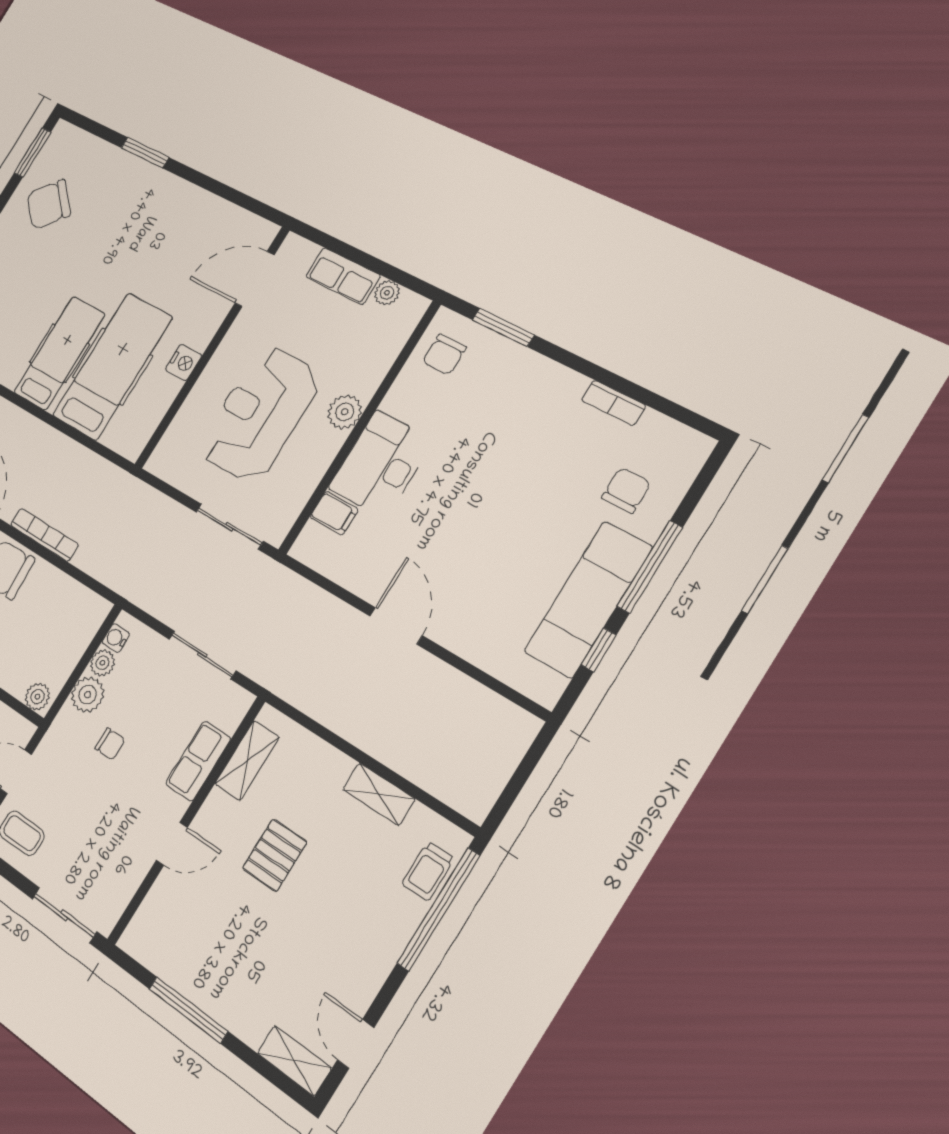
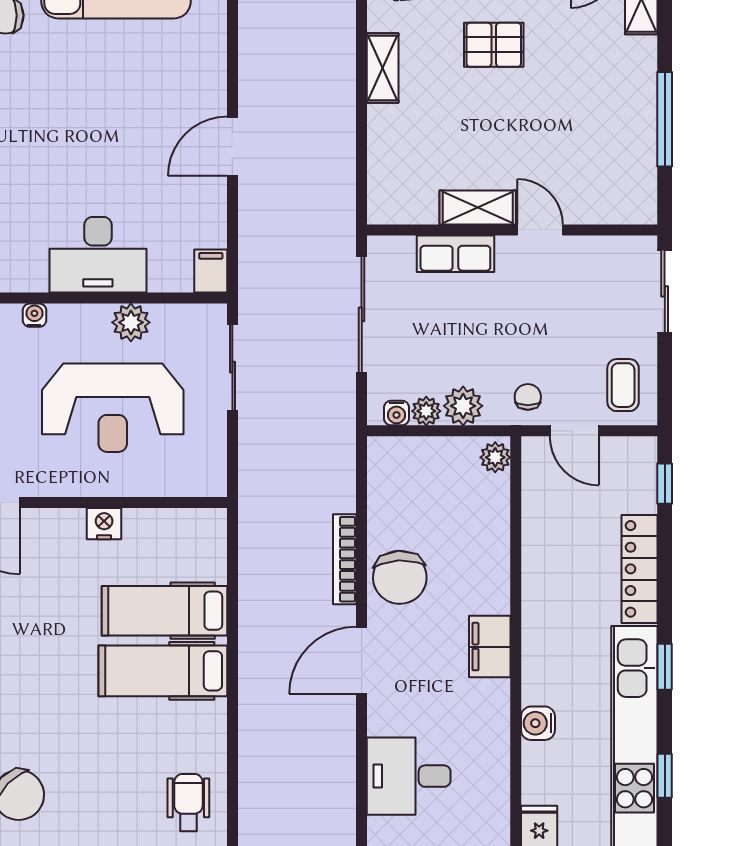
hospital bed: (112, 366) -> (164, 611), width x0.73, depth x0.78
water cooler: (367, 388) -> (34, 315), added
plant: (345, 412) -> (131, 322), moved
filing cabinet: (334, 513) -> (211, 271), moved
sliding door: (202, 655) -> (362, 314), width x1.37
chair: (110, 744) -> (528, 397), moved
shelving: (247, 761) -> (478, 207), moved
pallet: (275, 855) -> (494, 45), moved

